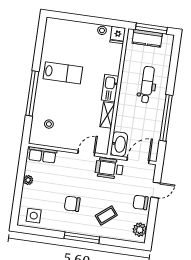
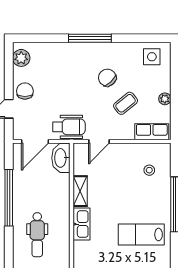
chair: (141, 202) -> (25, 91), turned -90
chair: (72, 204) -> (107, 78), turned -133
coffee table: (106, 215) -> (126, 103), moved

